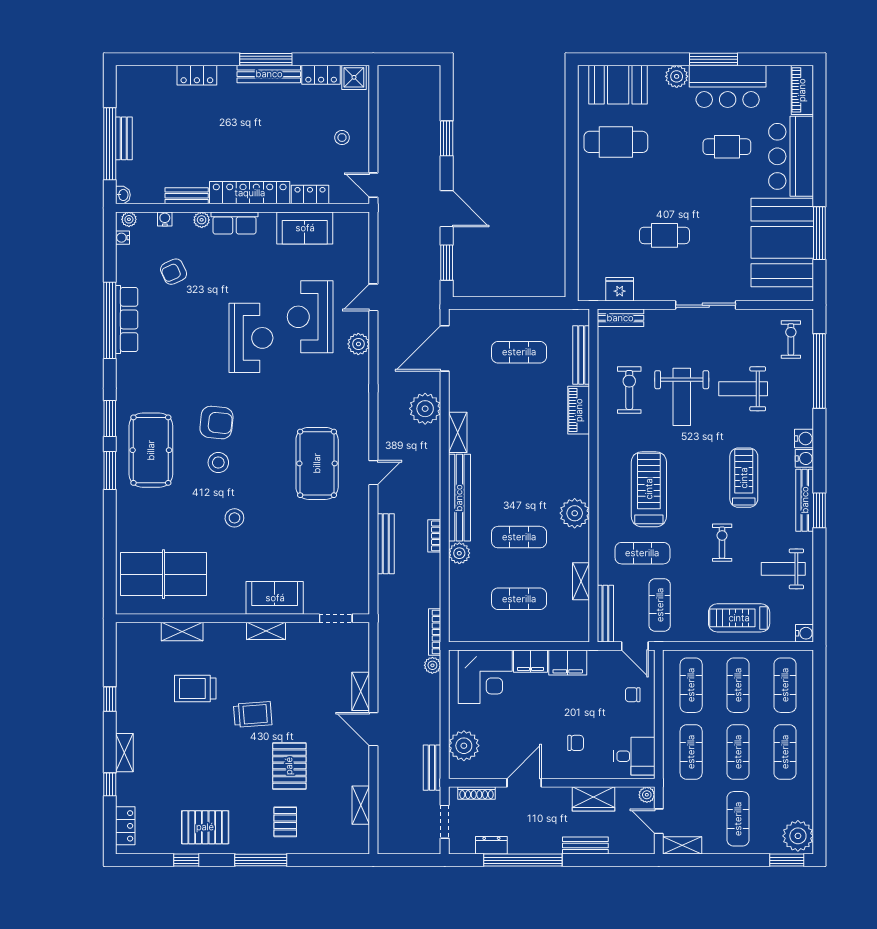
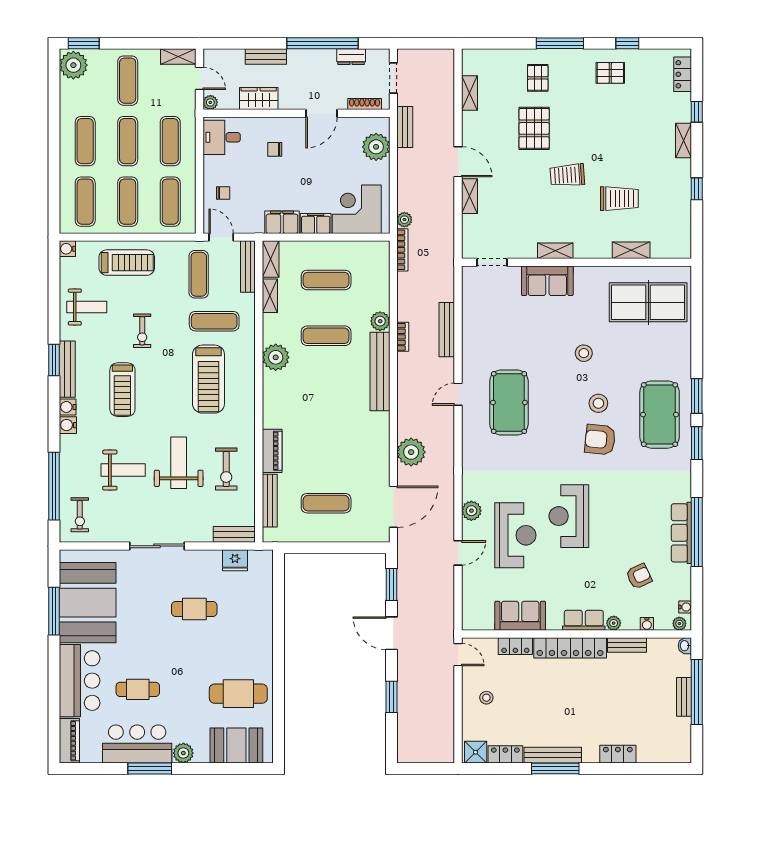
shelving: (458, 432) -> (271, 259), moved
pallet: (205, 827) -> (610, 73), width x0.67, depth x0.71

